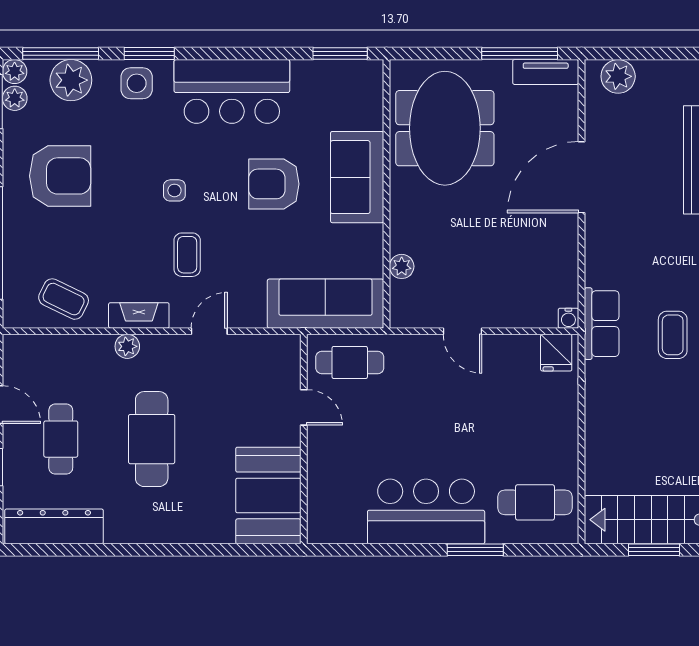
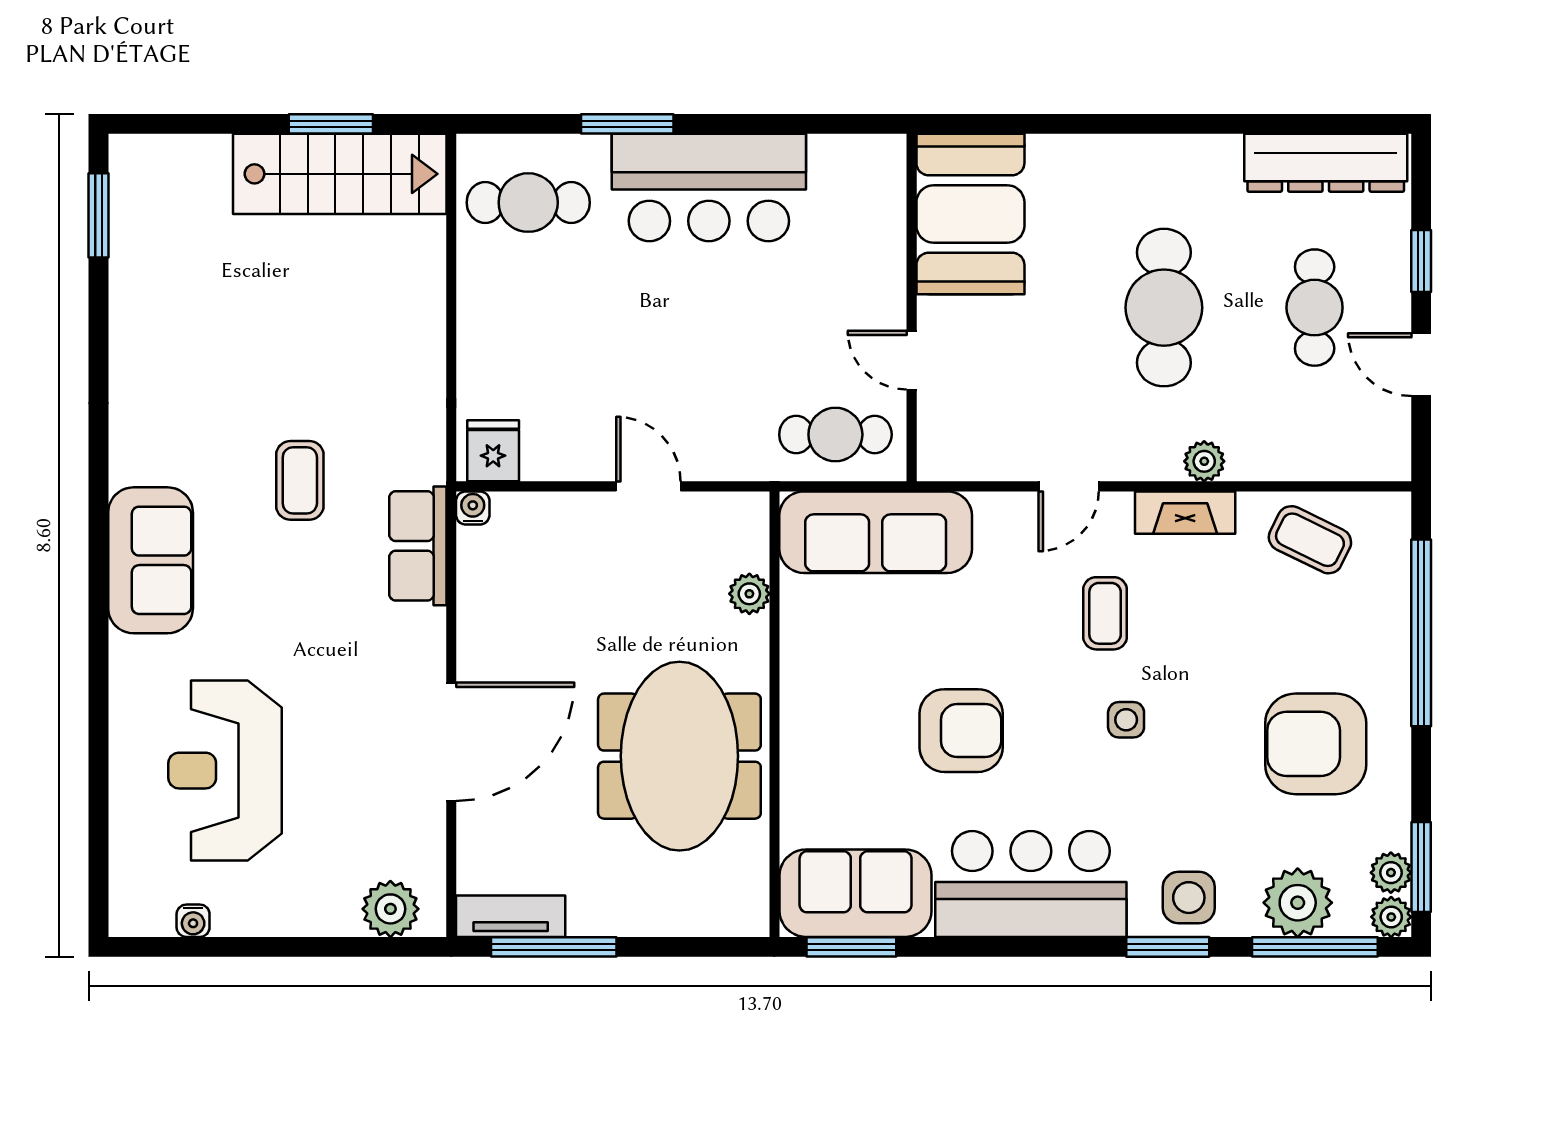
meeting table: (445, 128) -> (679, 756), moved
sofa: (357, 177) -> (856, 893), moved, turned -90
row of seats: (602, 324) -> (418, 546), moved

